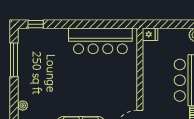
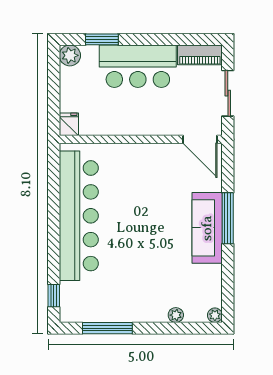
bar counter: (100, 41) -> (79, 216), width x1.36

